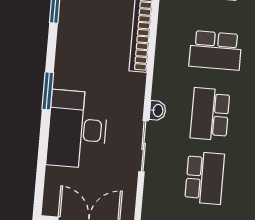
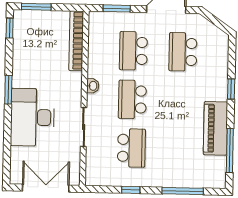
school desk: (216, 50) -> (133, 51), turned 90
washbasin: (158, 110) -> (93, 86), moved

